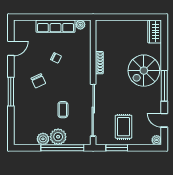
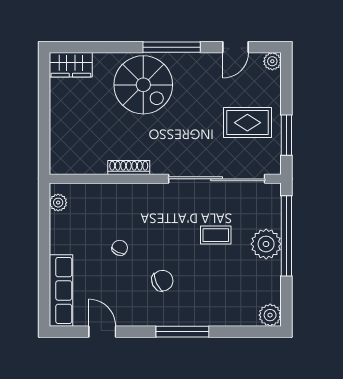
row of seats: (56, 26) -> (61, 290), moved
plant: (43, 139) -> (270, 315), moved

